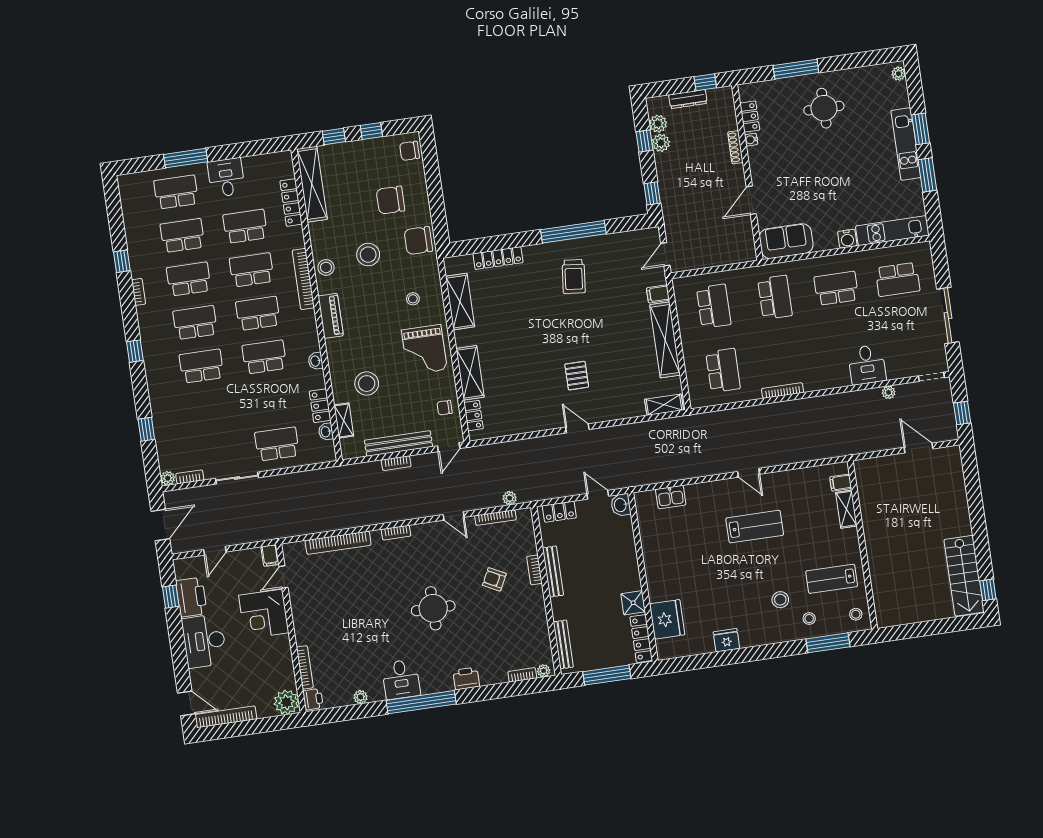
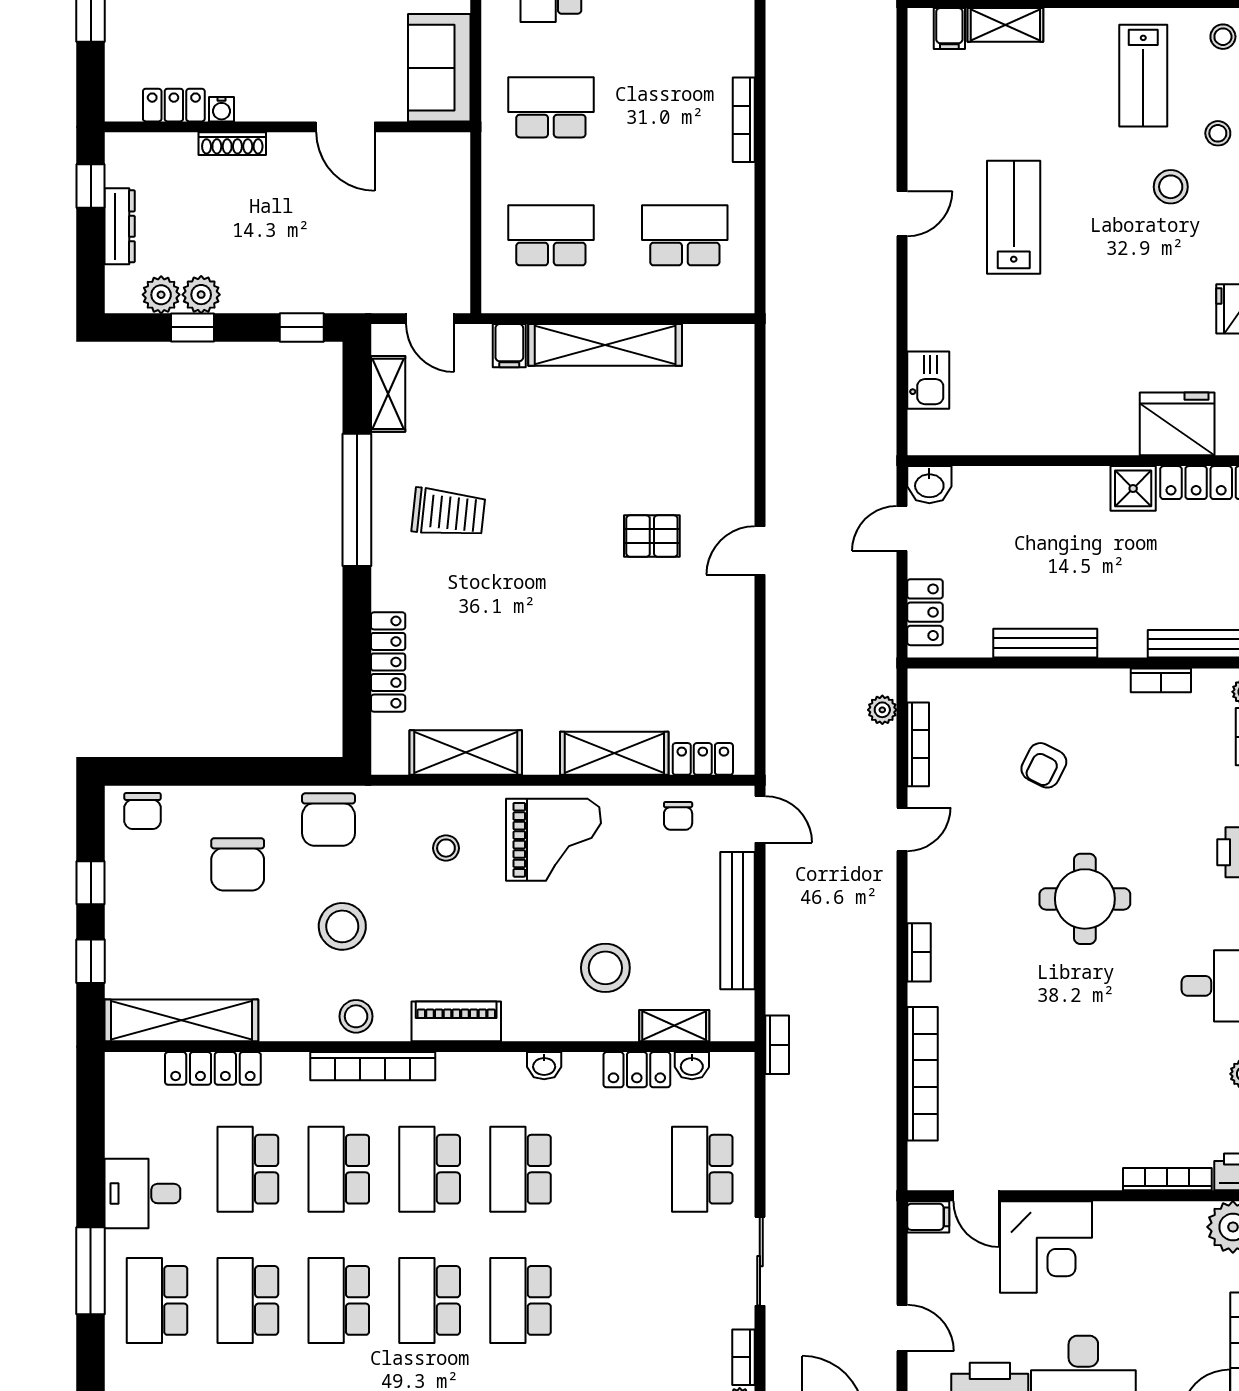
shelving: (664, 405) -> (388, 394), moved
bookcase: (396, 463) -> (777, 1045), moved
bookcase: (534, 570) -> (1161, 680), moved

